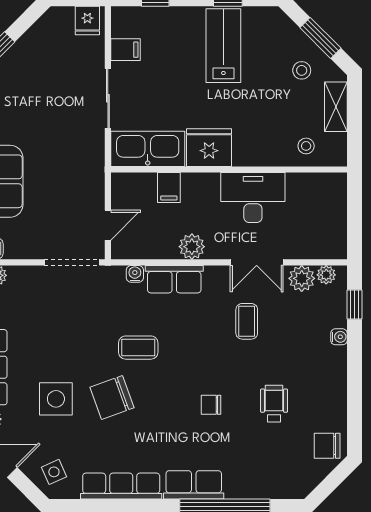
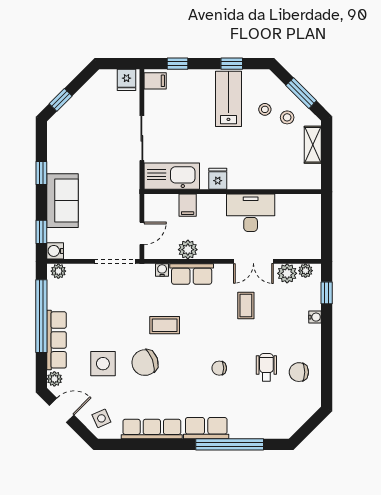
filing cabinet: (126, 50) -> (155, 81), moved
stool: (306, 146) -> (265, 109), moved
fridge: (209, 148) -> (218, 179), width x0.53, depth x0.75
plant: (192, 247) -> (188, 250), moved
chair: (327, 446) -> (299, 372), moved

